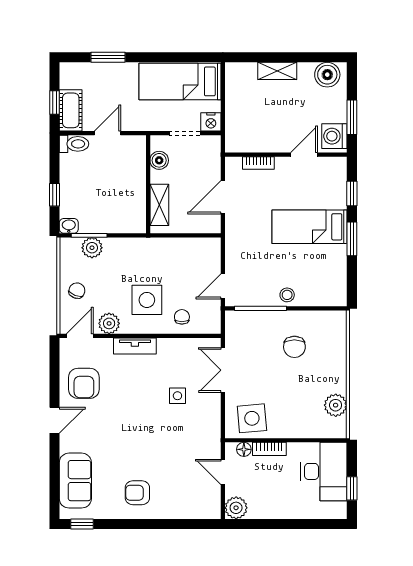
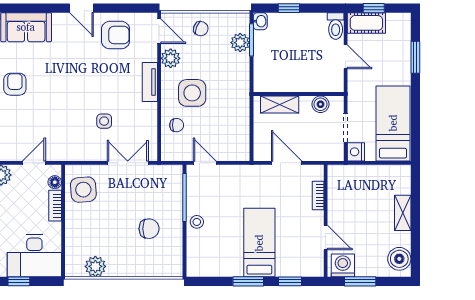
chair: (294, 347) -> (149, 229), turned 180
armchair: (84, 383) -> (115, 35), turned 180

